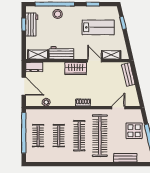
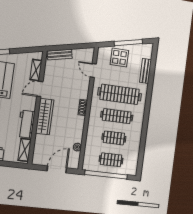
dresser: (34, 67) -> (38, 156), removed
wardrobe: (76, 68) -> (45, 117), width x1.50

